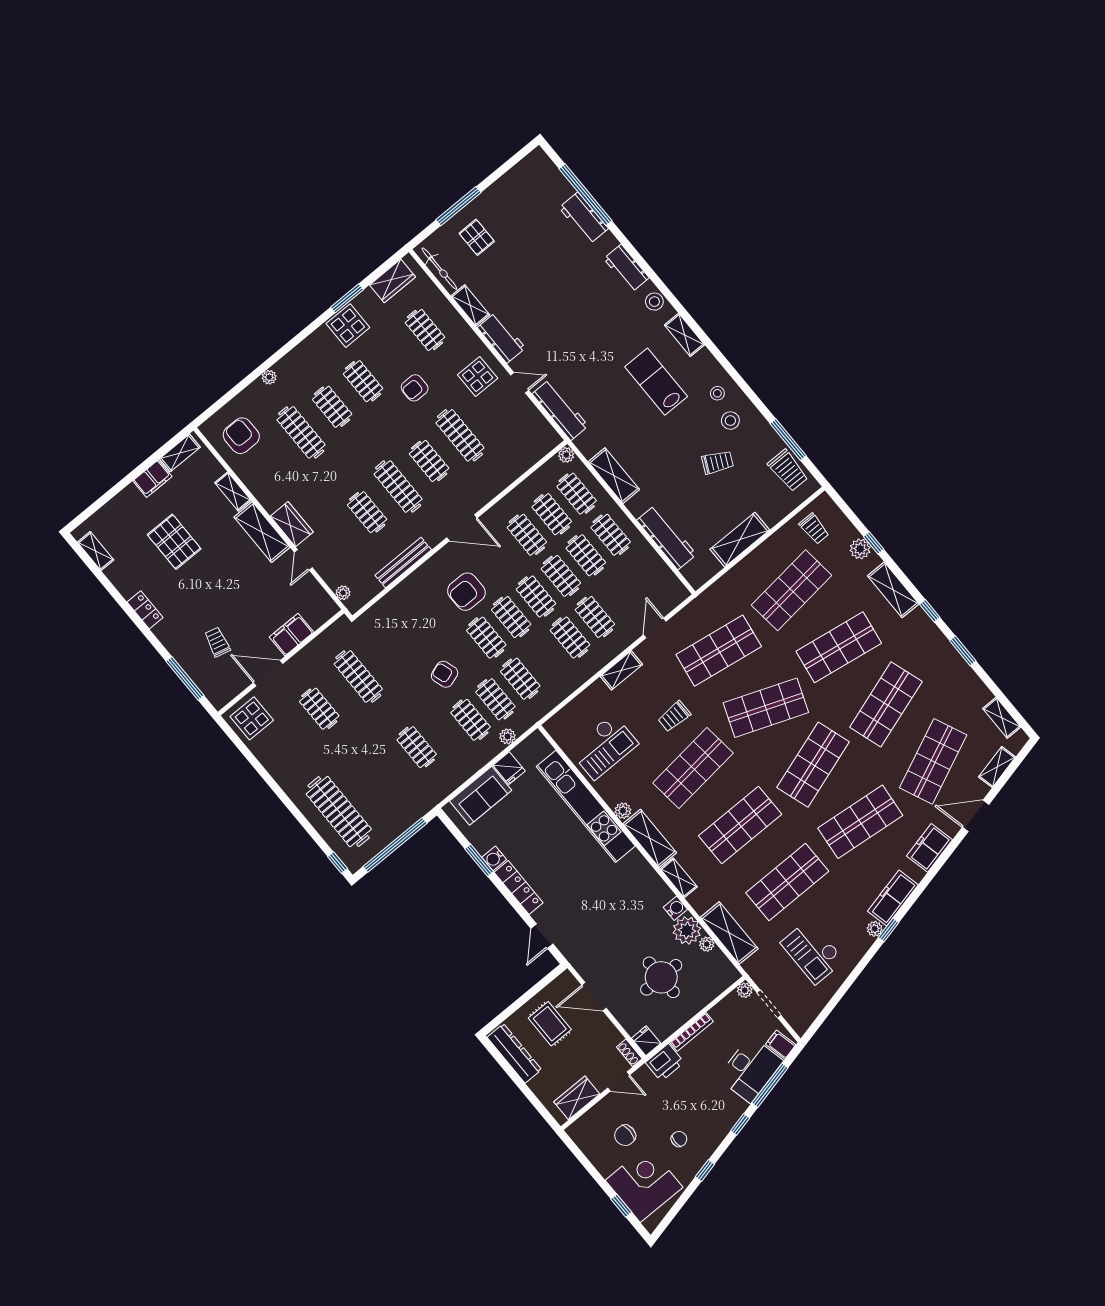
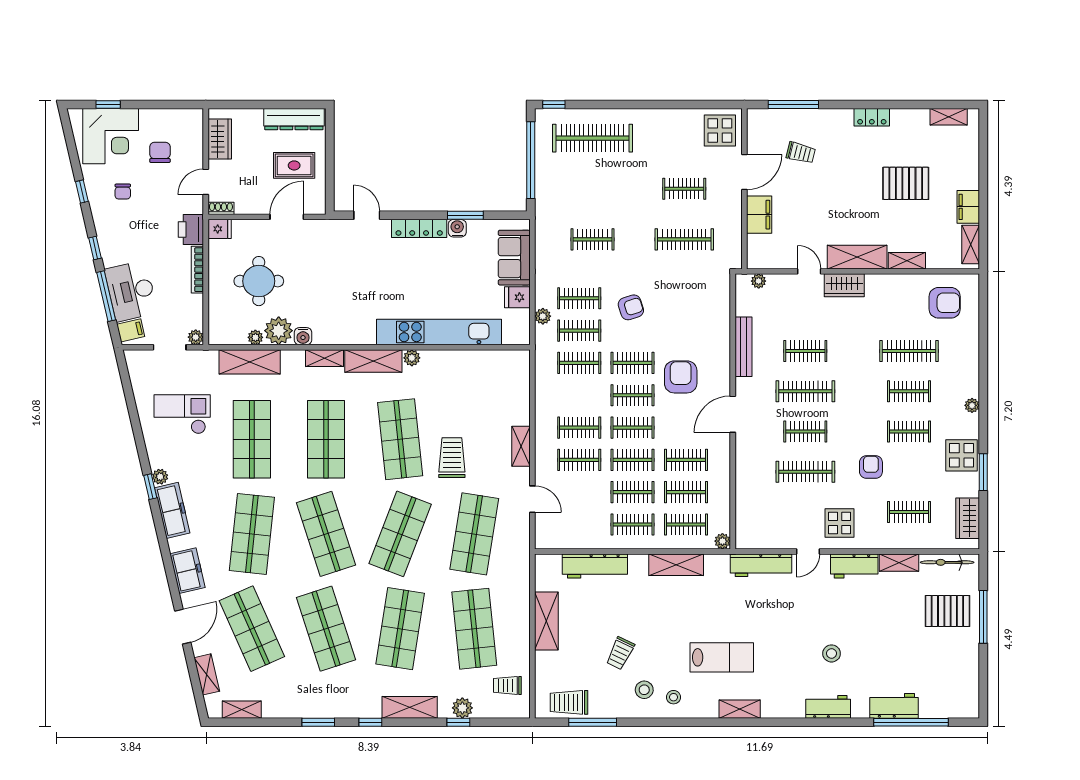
pallet: (477, 237) -> (947, 611), width x1.50, depth x1.42
stool: (654, 302) -> (832, 653), moved
plant: (269, 377) -> (972, 405), moved
trolley: (674, 716) -> (452, 458), width x1.36, depth x1.39
checkout: (604, 747) -> (473, 384), removed

